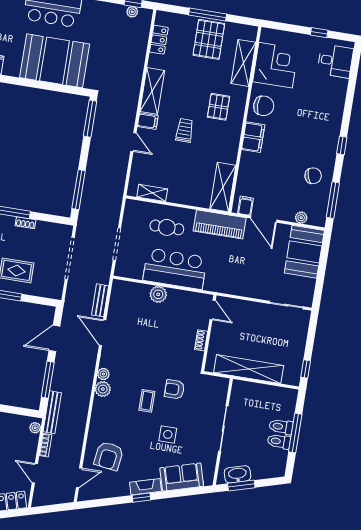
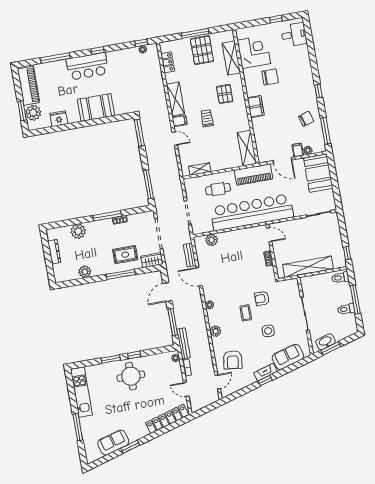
booth: (55, 61) -> (96, 107), width x0.73, depth x0.70
chair: (264, 106) -> (270, 77), moved
filing cabinet: (246, 206) -> (298, 150), moved
bar counter: (175, 269) -> (252, 212), width x1.86
wardrobe: (49, 290) -> (152, 260), added
plant: (158, 294) -> (212, 240), moved
plant: (103, 389) -> (216, 331), moved
toilet: (281, 427) -> (340, 278), moved

